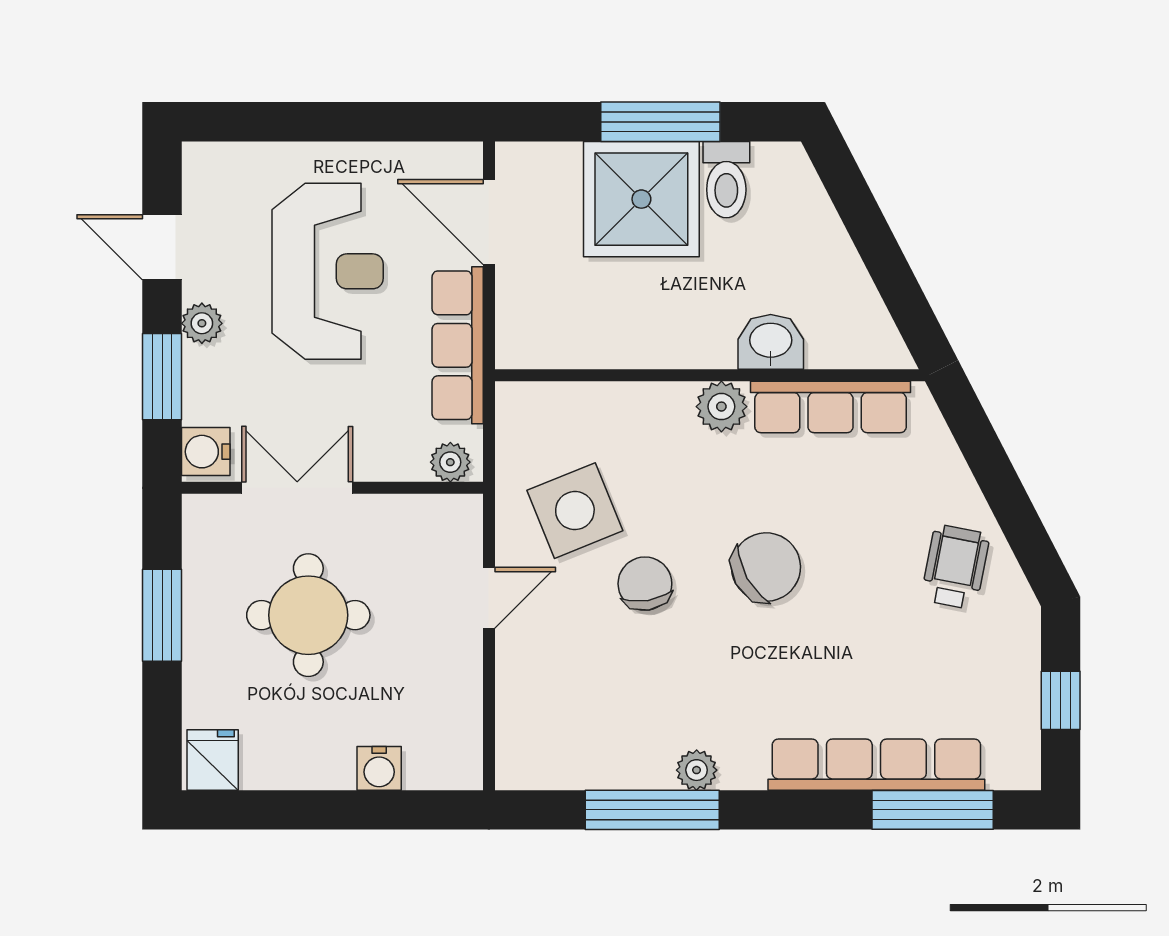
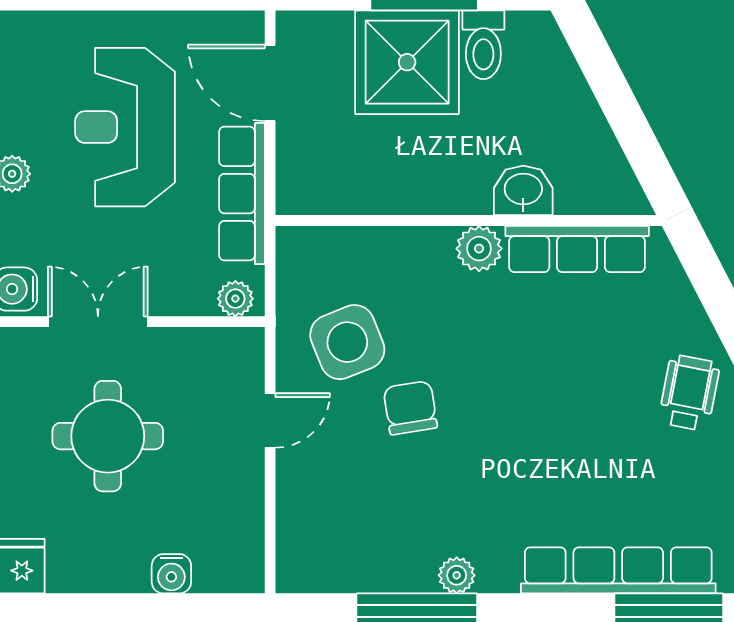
reception desk: (328, 271) -> (125, 127), turned 180
chair: (766, 567) -> (519, 393), removed

